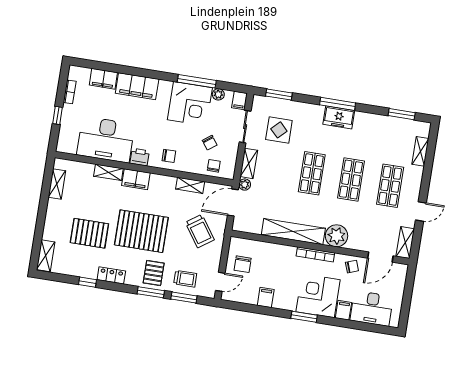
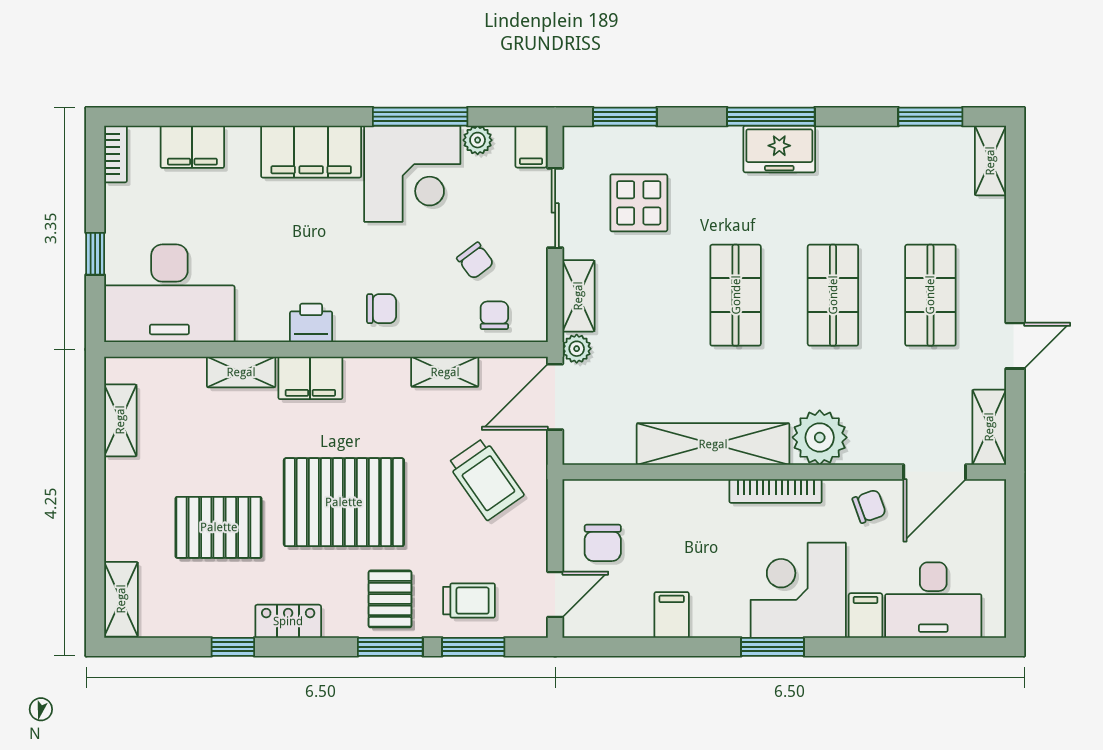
filing cabinet: (137, 86) -> (311, 152), moved
bookcase: (70, 92) -> (116, 154), moved
desk: (106, 139) -> (169, 293), moved
shelving: (420, 151) -> (990, 161), moved

